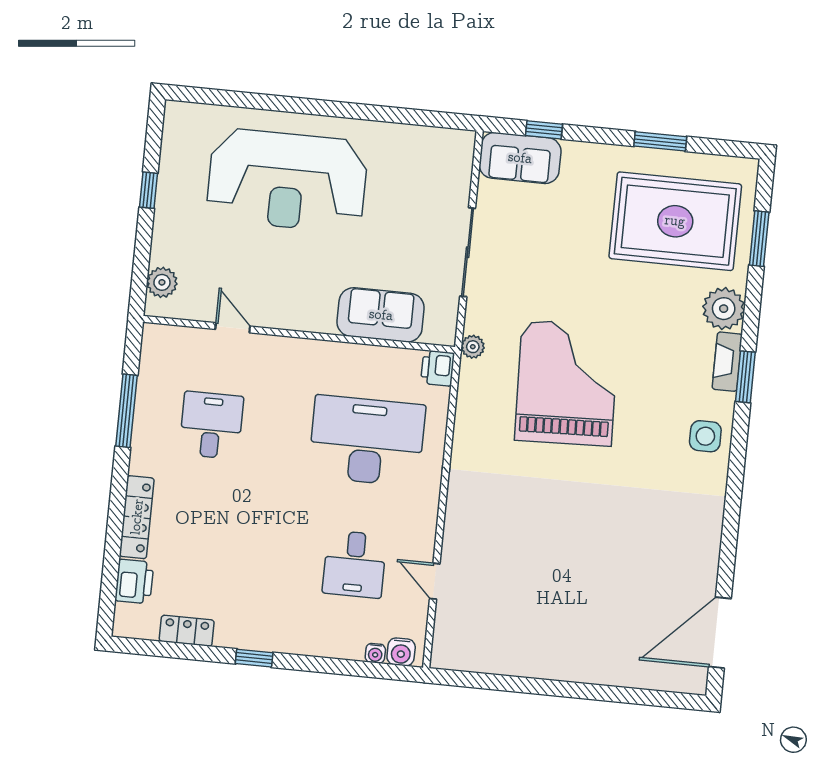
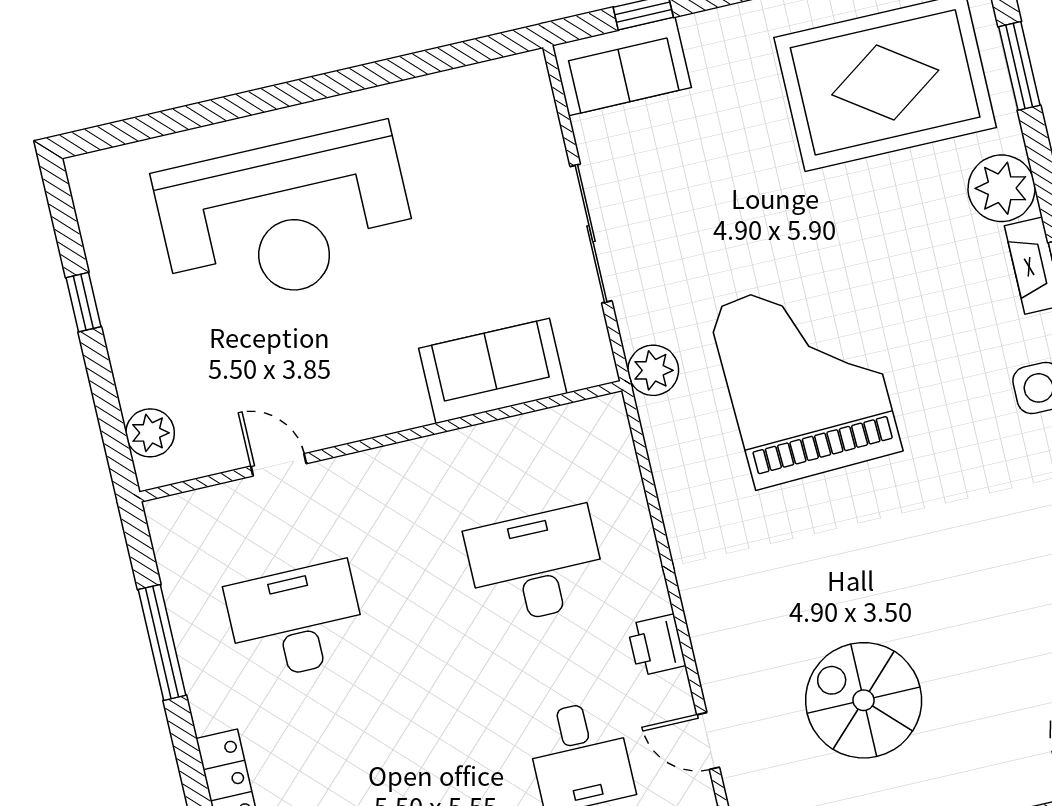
plant: (473, 347) -> (653, 370), width x1.38, depth x1.38
printer: (438, 368) -> (656, 645), moved
desk: (211, 425) -> (296, 621), width x1.37
desk: (367, 441) -> (536, 566), width x0.73, depth x0.77
spiral stairs: (537, 588) -> (864, 700), added

